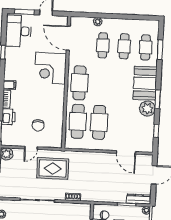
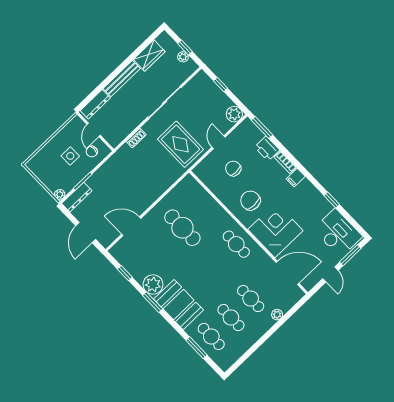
cafe table: (80, 83) -> (236, 244), width x0.73, depth x0.74
chair: (47, 98) -> (250, 201), added
cafe table: (78, 121) -> (202, 209), removed
rug: (53, 168) -> (180, 144), turned 90

